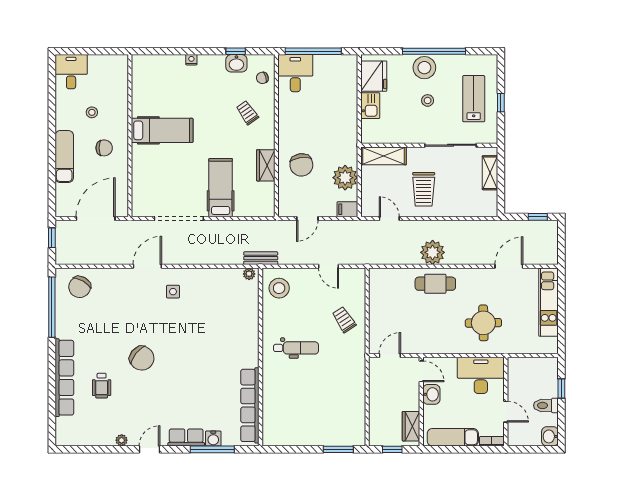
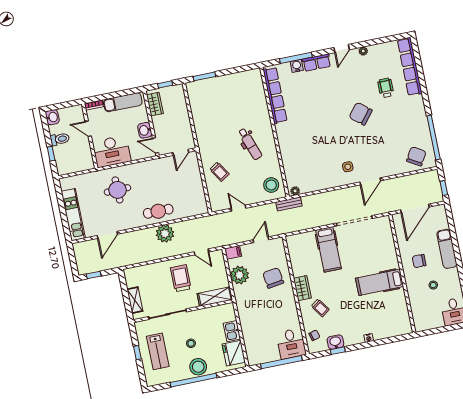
wardrobe: (266, 165) -> (302, 288), moved
dental chair: (296, 348) -> (250, 144), turned -110
row of seats: (64, 378) -> (410, 67), moved

